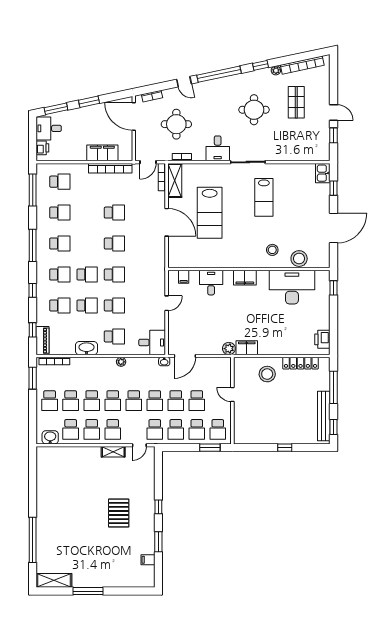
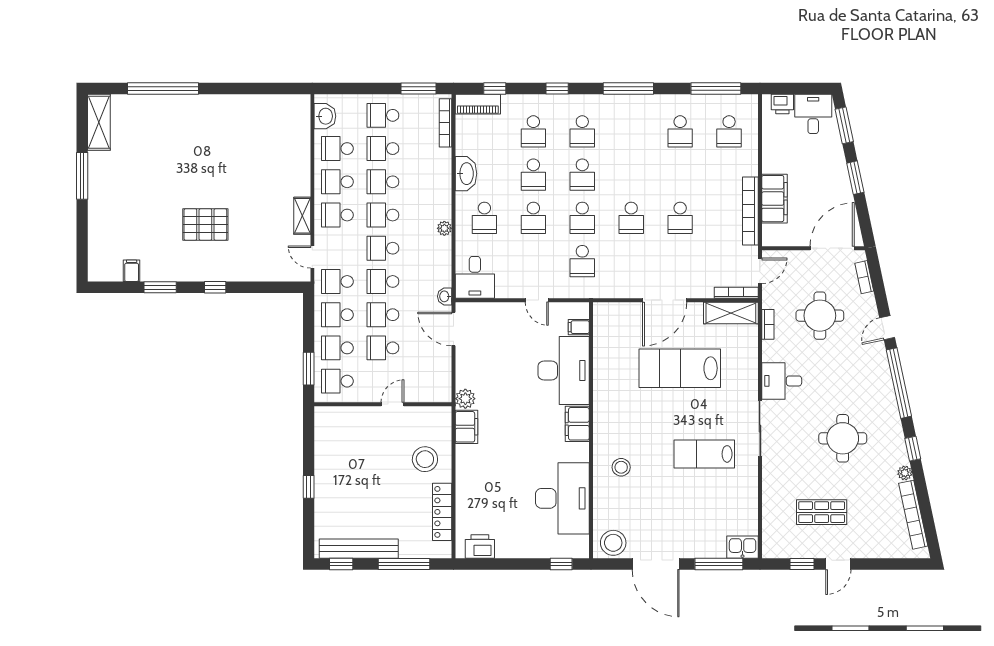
shop shelf: (296, 102) -> (822, 512), moved
door: (148, 162) -> (760, 271), swing flipped
window: (333, 188) -> (719, 564), width x2.17
school desk: (60, 244) -> (582, 261), moved
stool: (299, 259) -> (613, 543), moved
desk: (211, 283) -> (564, 370), width x1.87, depth x1.30

